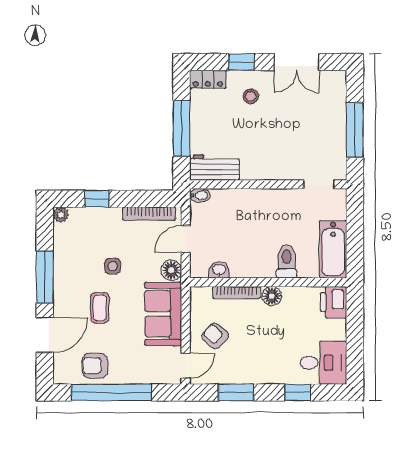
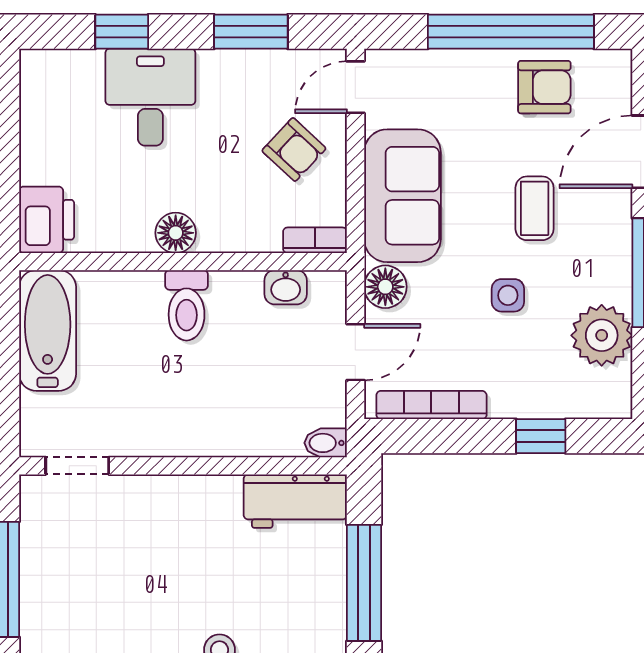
plant: (61, 215) -> (602, 335), moved, width x1.87, depth x1.87
toilet: (287, 261) -> (187, 305), moved
bookcase: (237, 292) -> (315, 240), moved, width x0.64
desk: (323, 363) -> (150, 97), moved, turned 90

